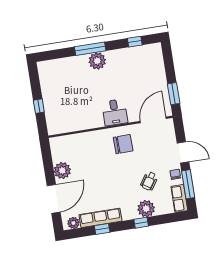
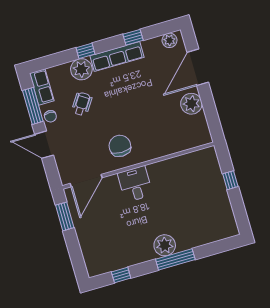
chair: (123, 144) -> (120, 146), turned 91
row of seats: (100, 218) -> (117, 57), moved

